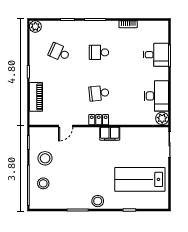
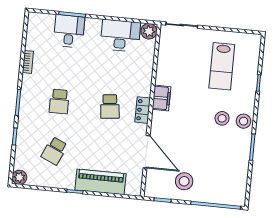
piano: (36, 97) -> (100, 182), width x1.37, depth x1.33
door: (66, 126) -> (147, 152), width x1.88
lab bench: (140, 179) -> (222, 66), width x0.73, depth x0.72
stool: (43, 183) -> (222, 118), moved

